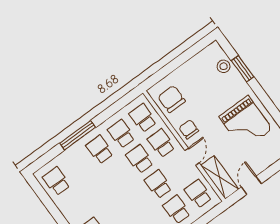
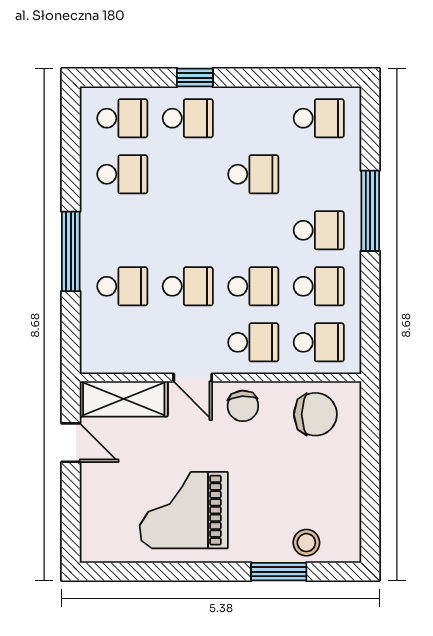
chair: (189, 129) -> (243, 406), turned 86
school desk: (198, 194) -> (253, 174), moved

